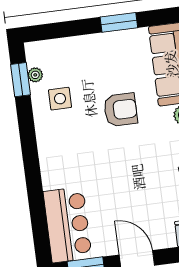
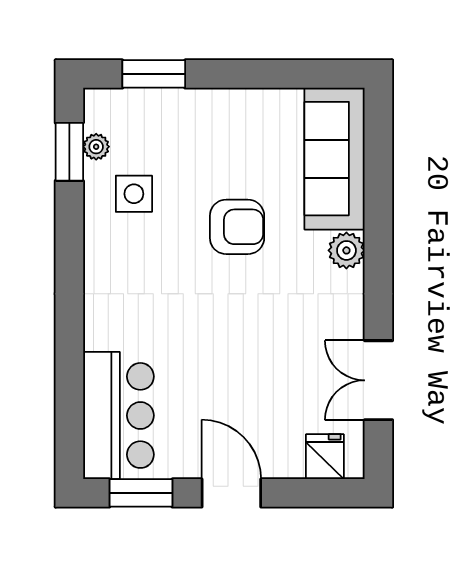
window: (119, 22) -> (154, 74), moved

